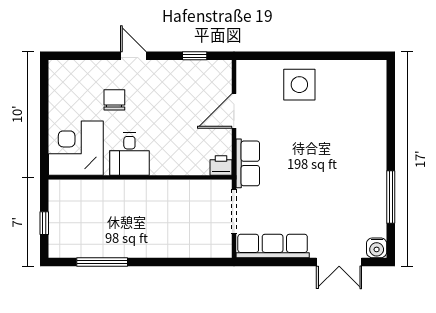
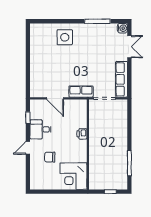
side table: (299, 85) -> (65, 37), moved
desk: (129, 154) -> (40, 129), moved, turned 180
printer: (221, 165) -> (82, 134), moved

